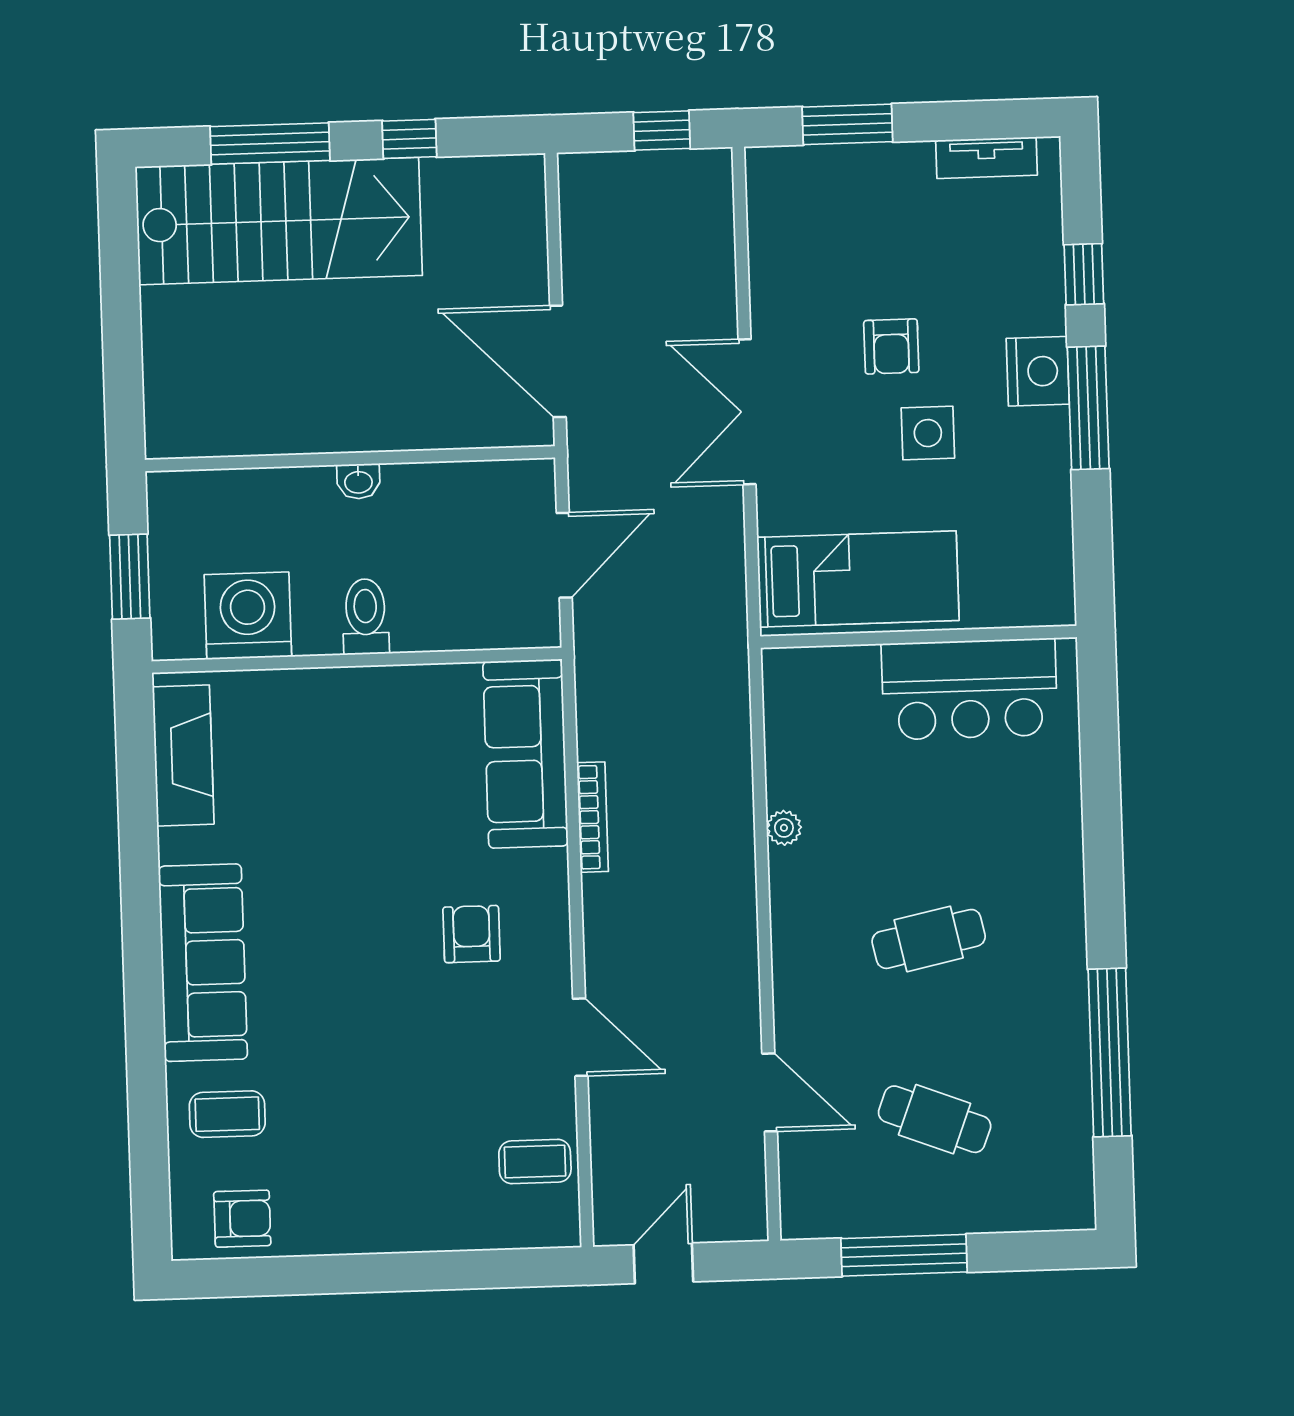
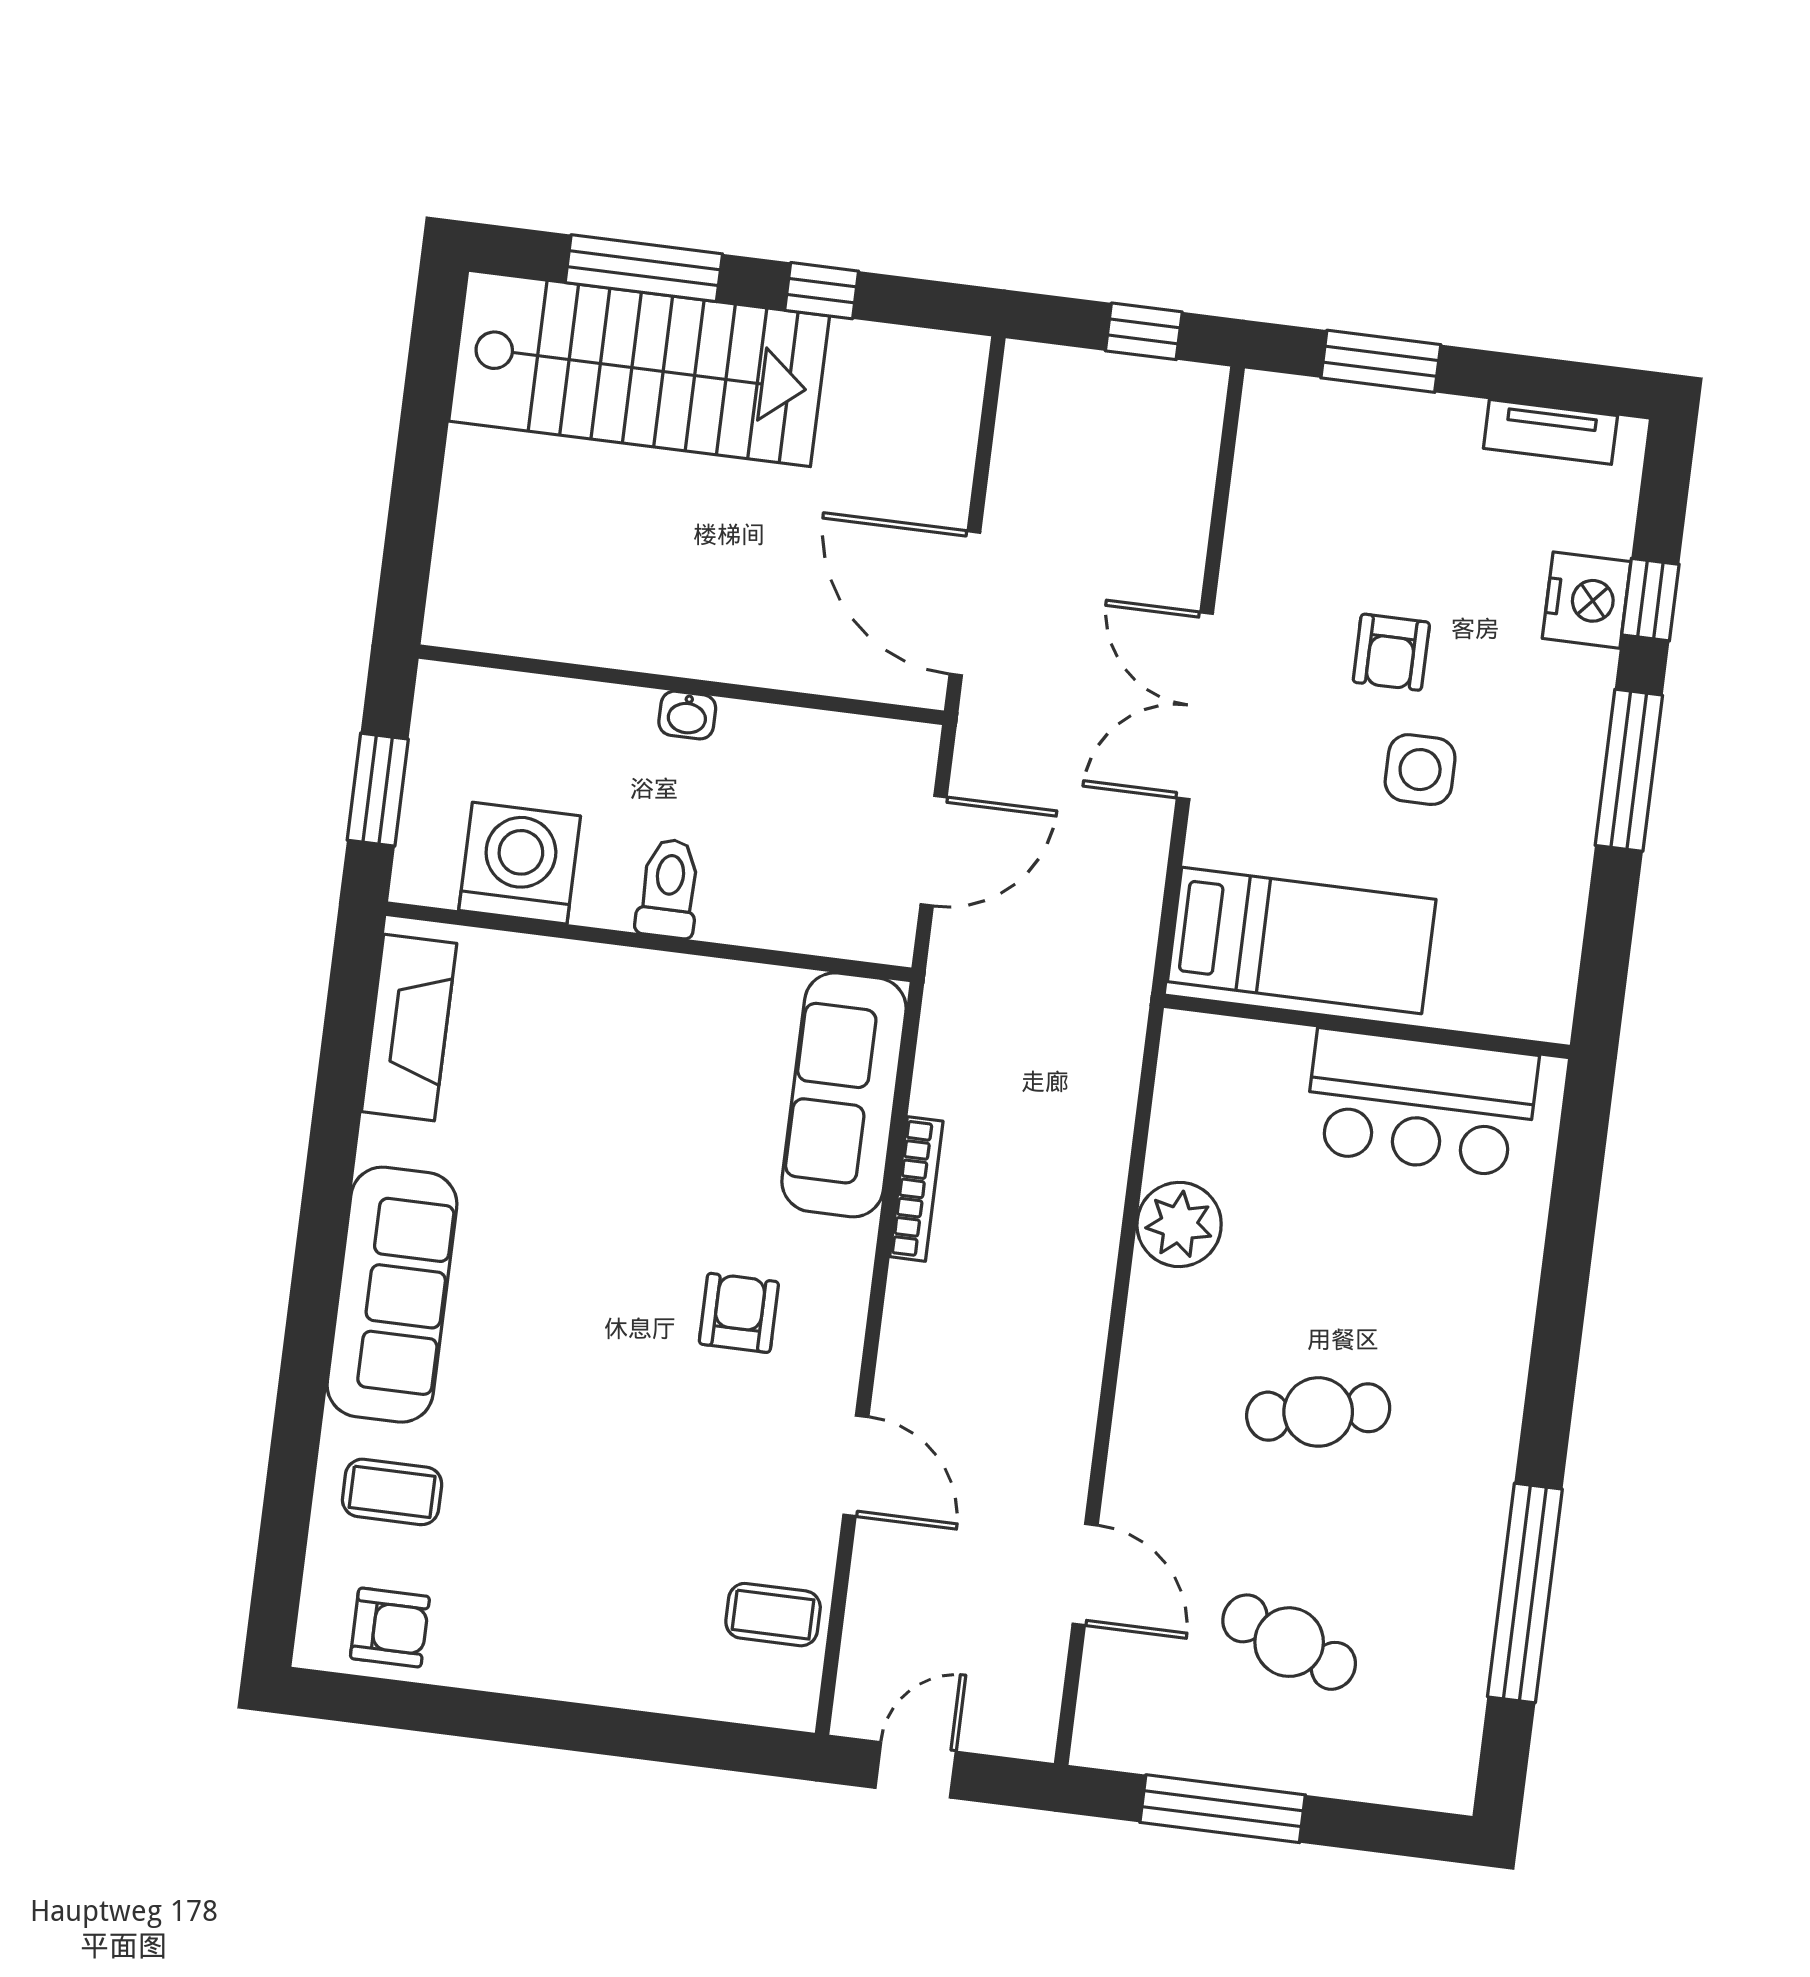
nightstand: (1038, 371) -> (1587, 600), moved
plant: (784, 828) -> (1179, 1224), width x1.88, depth x1.88

